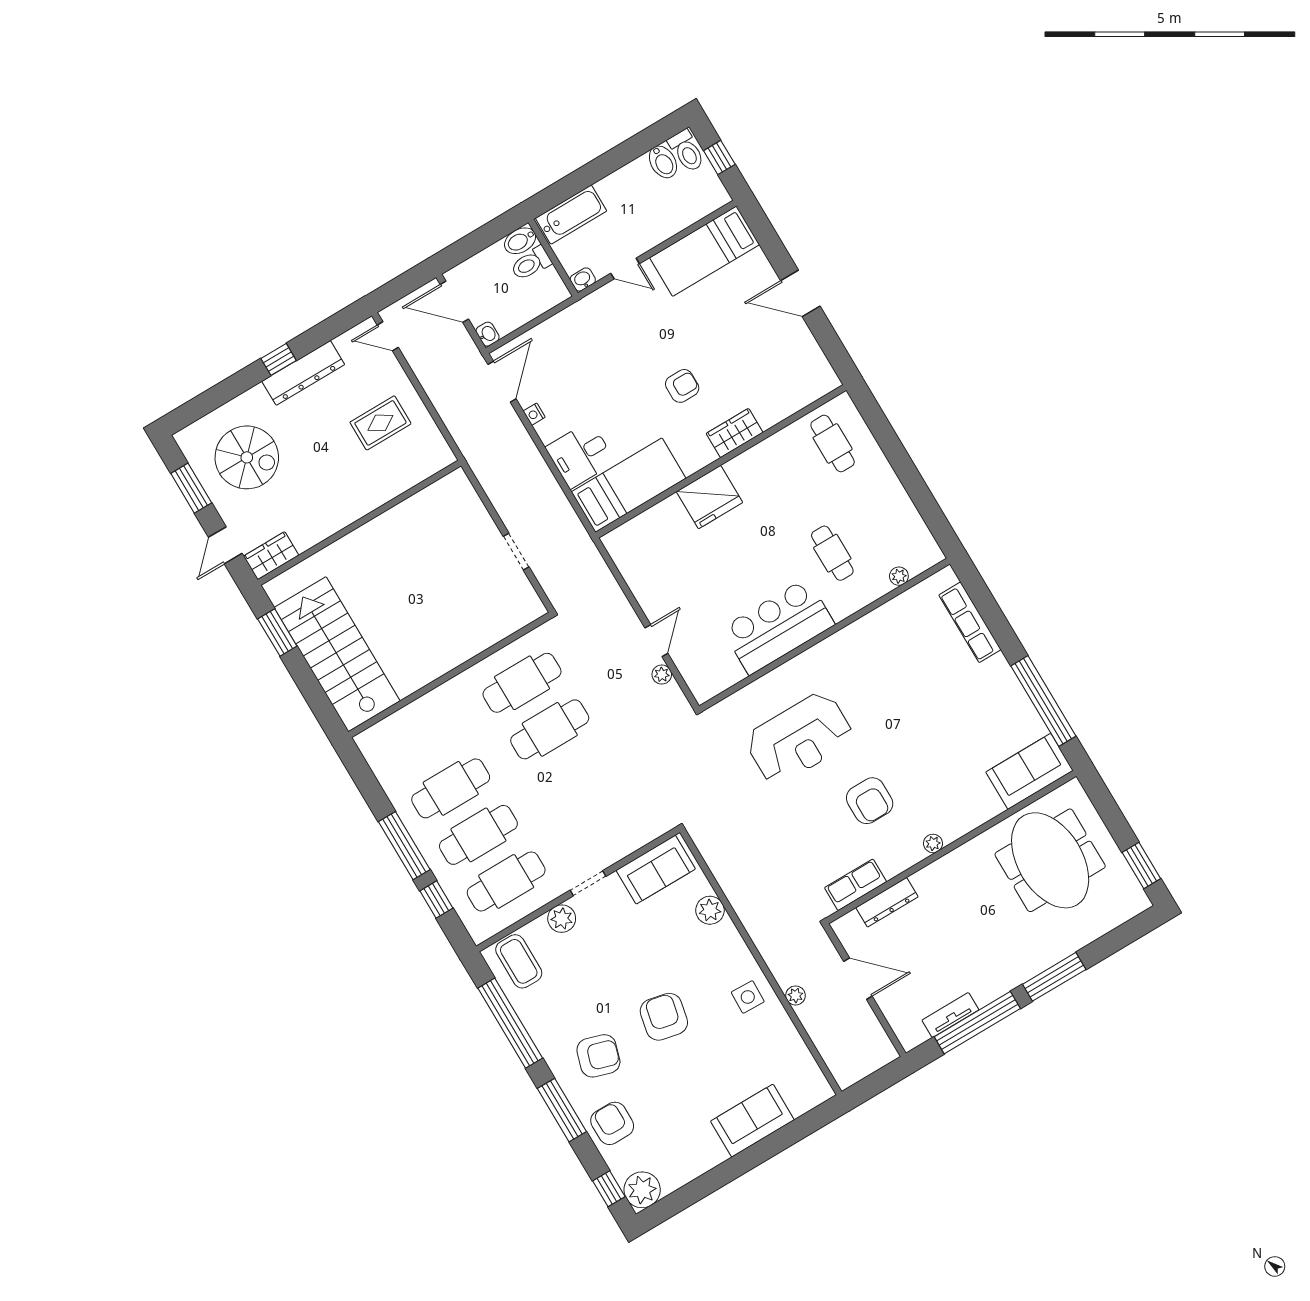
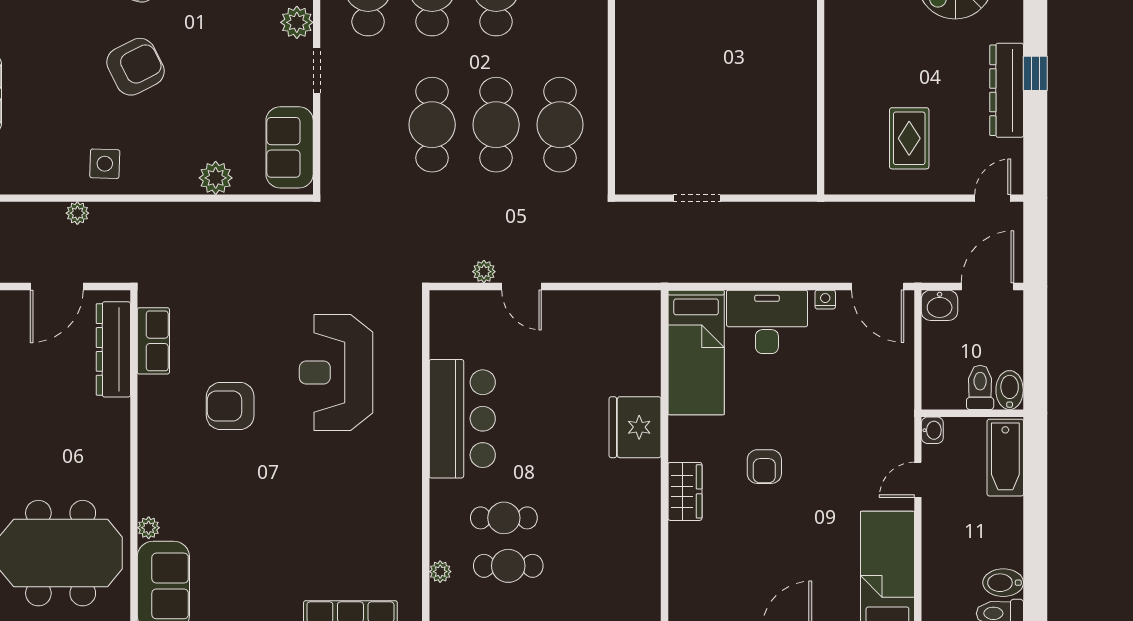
washbasin: (488, 334) -> (940, 305), width x1.38, depth x1.45
cafe table: (833, 443) -> (508, 566), moved
desk: (580, 455) -> (767, 322), width x1.37
cafe table: (577, 776) -> (432, 125), added
plant: (933, 843) -> (149, 528), moved
dresser: (887, 902) -> (113, 349), width x1.37, depth x1.24
armchair: (664, 1017) -> (135, 67), turned -39

